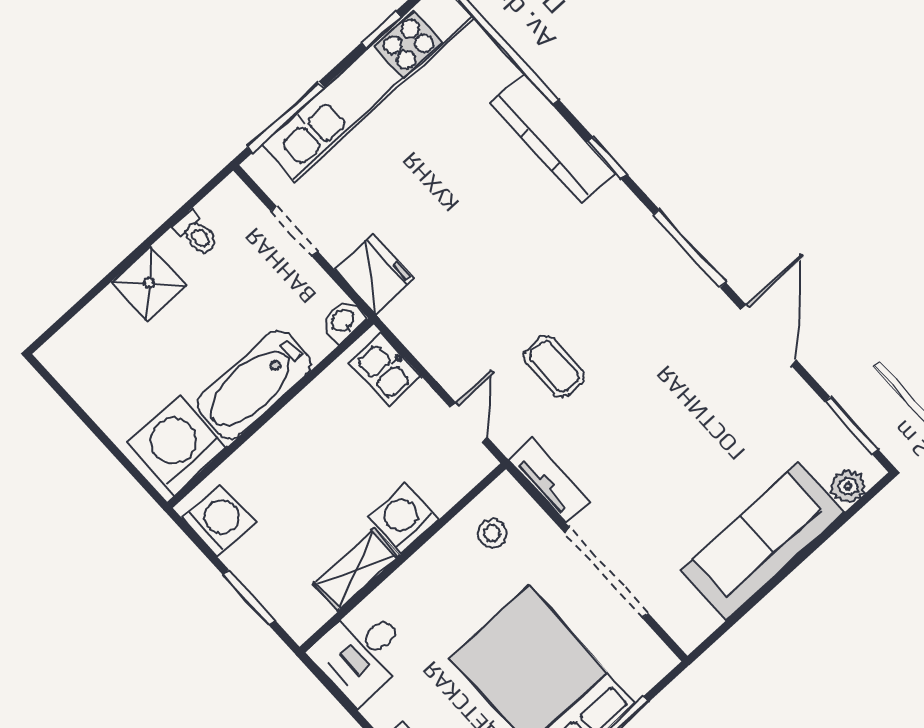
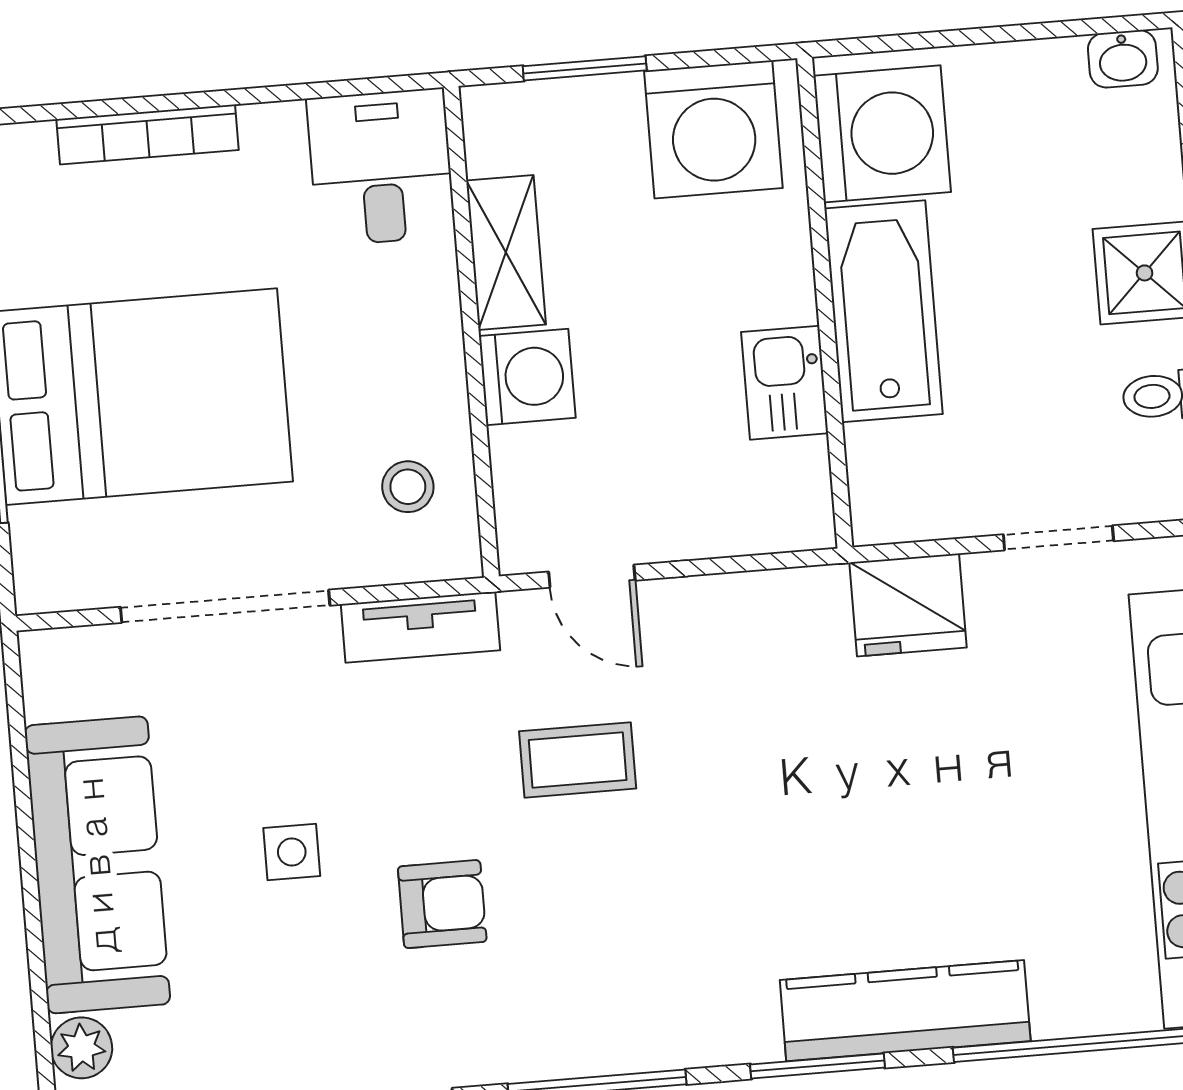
window: (607, 158) -> (818, 1066), width x1.50
washbasin: (343, 321) -> (1123, 59), moved, turned 90
kitchen sink: (386, 370) -> (785, 383), moved, turned -90
armchair: (663, 377) -> (442, 904), added
side table: (691, 461) -> (292, 852), added
washing machine: (219, 520) -> (713, 129), width x1.37, depth x1.37

